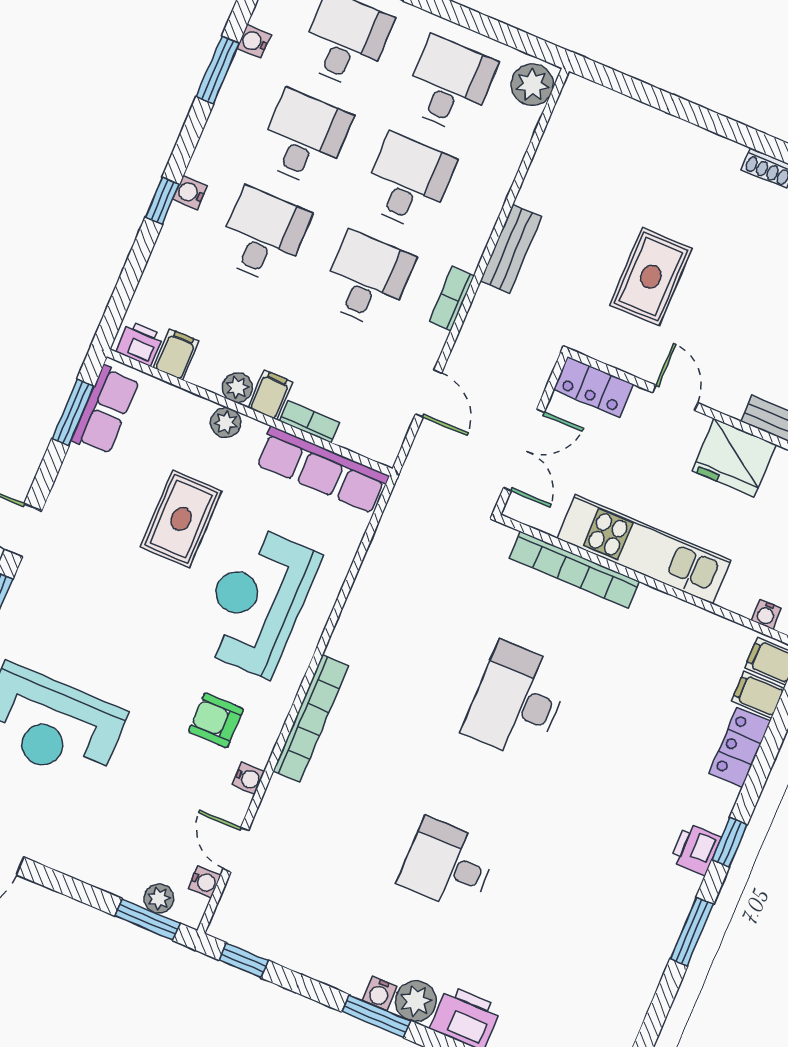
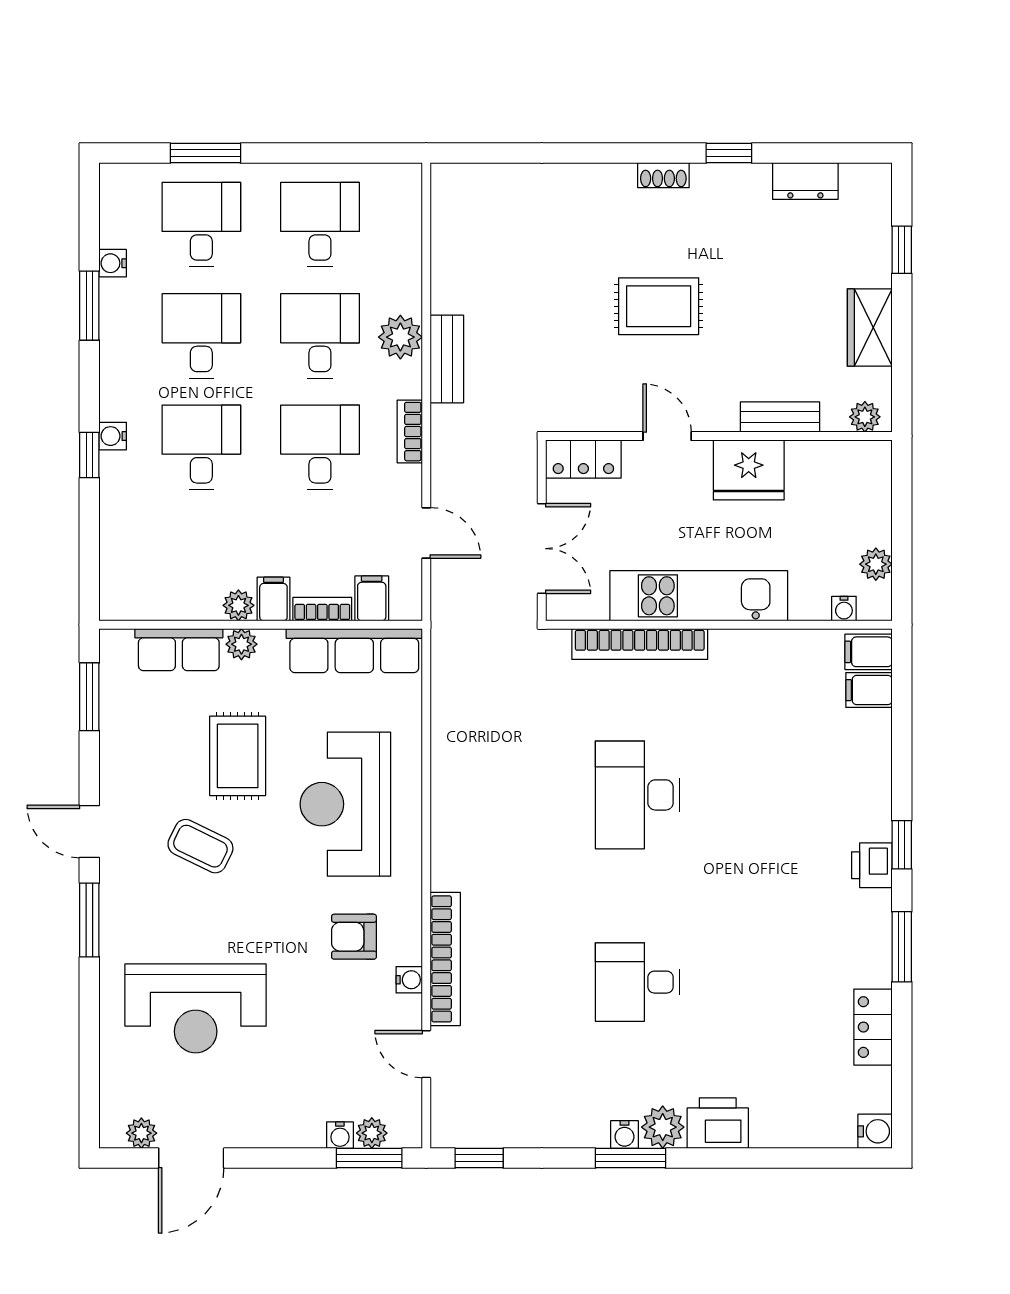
plant: (532, 85) -> (400, 337), moved
rug: (651, 277) -> (659, 306), moved, turned 90
printer: (140, 343) -> (126, 603), removed
filing cabinet: (176, 354) -> (372, 598), moved
row of seats: (106, 410) -> (179, 650), moved, turned 90
coffee table: (115, 584) -> (200, 846), added
bookcase: (311, 718) -> (445, 959), moved
locker: (740, 747) -> (873, 1027), moved
water cooler: (205, 882) -> (340, 1135), moved, turned 90

